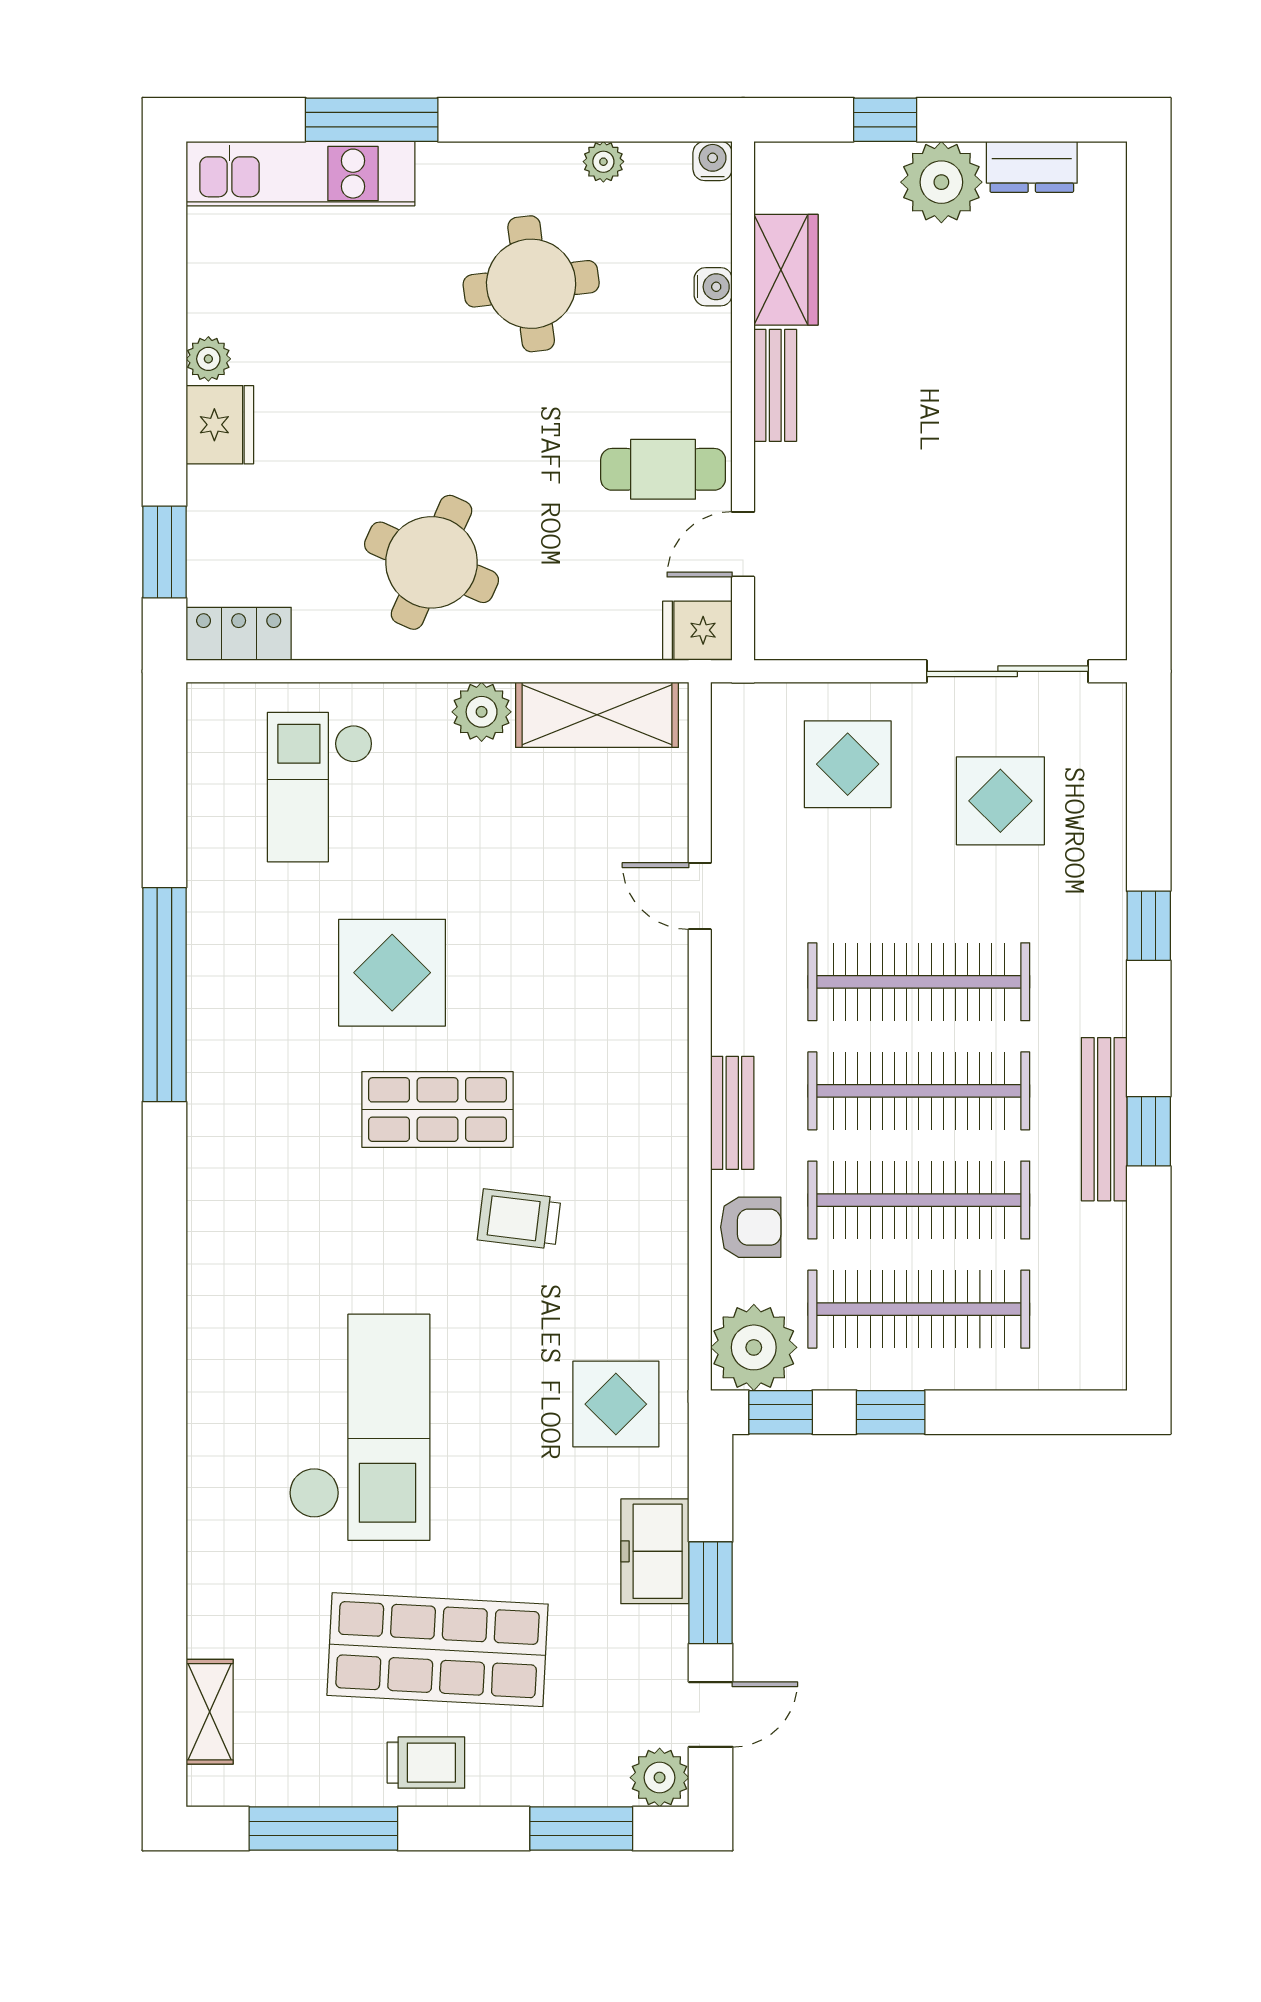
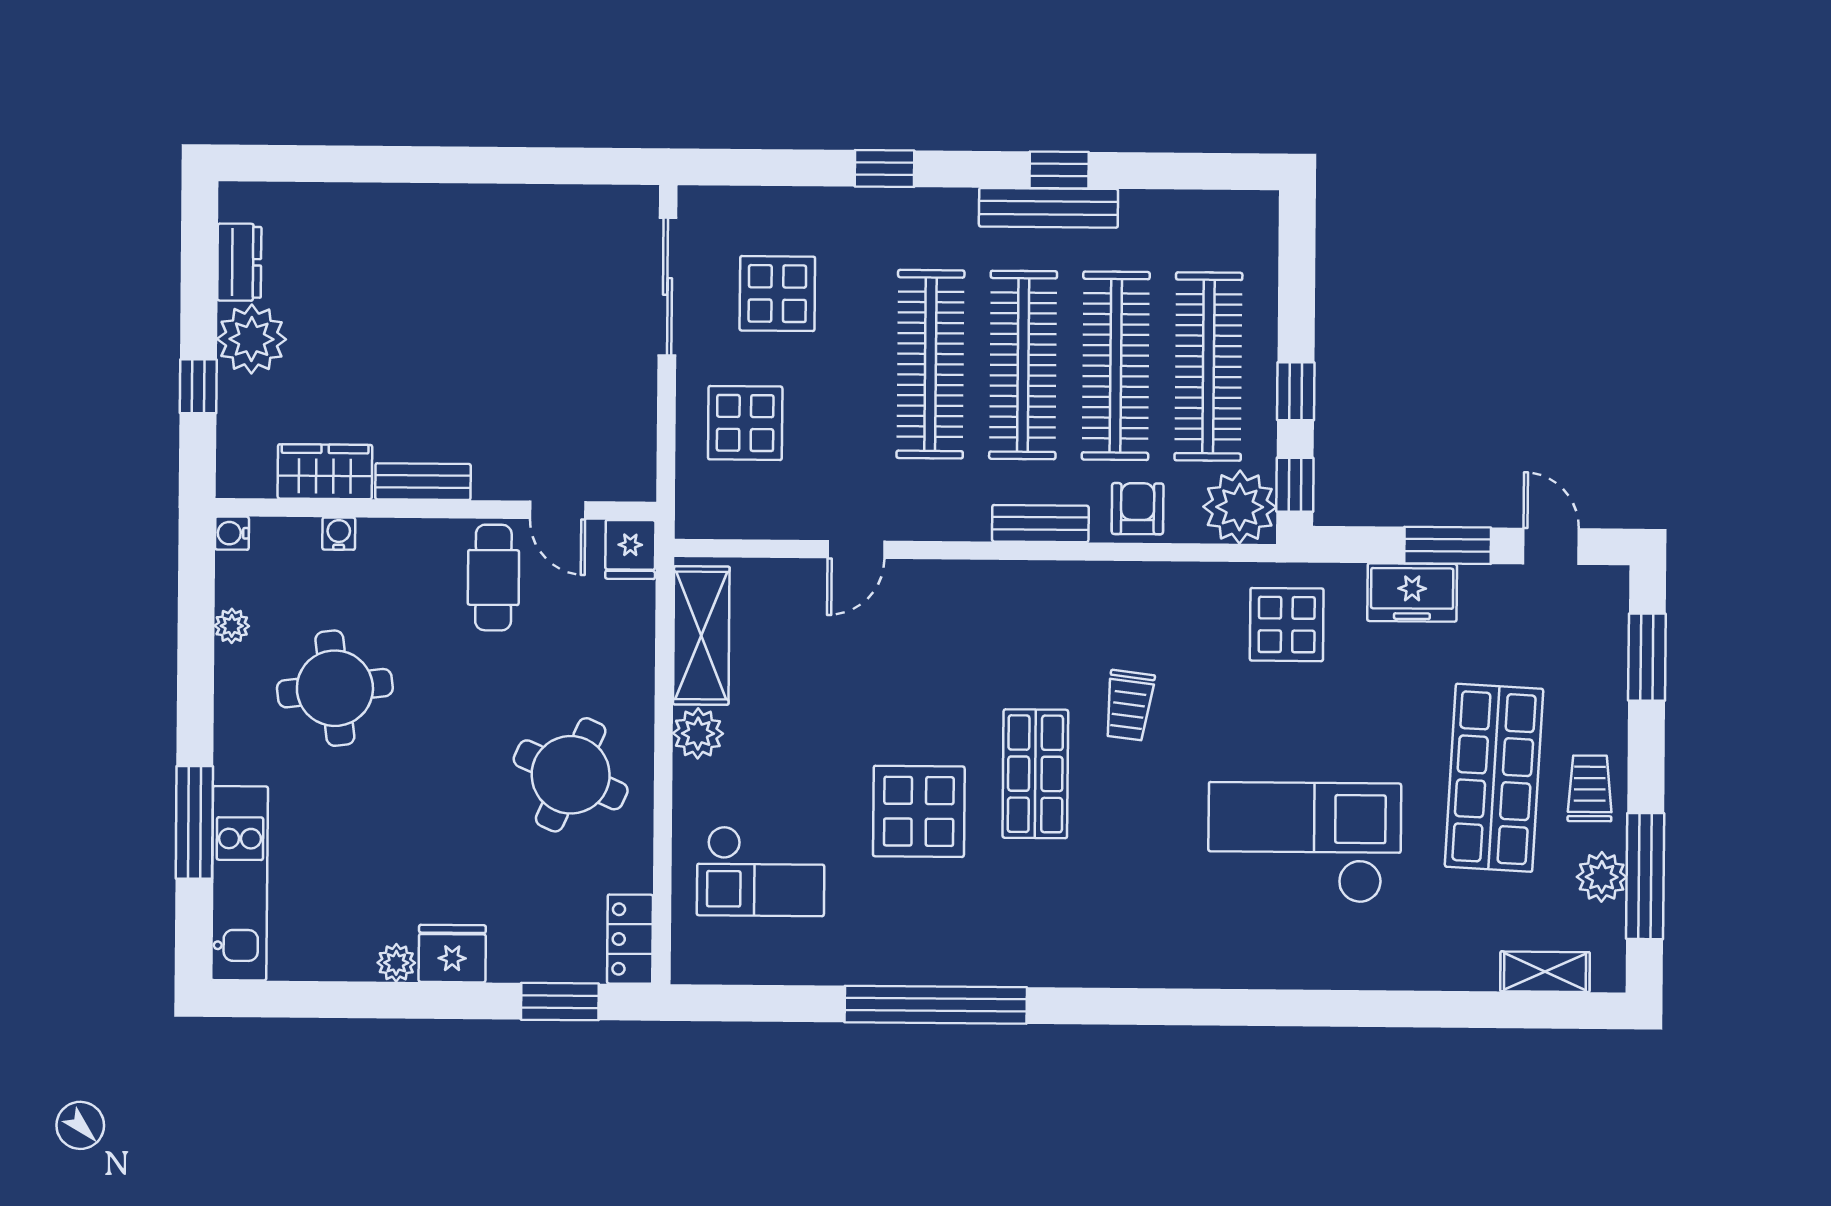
plant: (660, 1778) -> (1602, 877), moved

